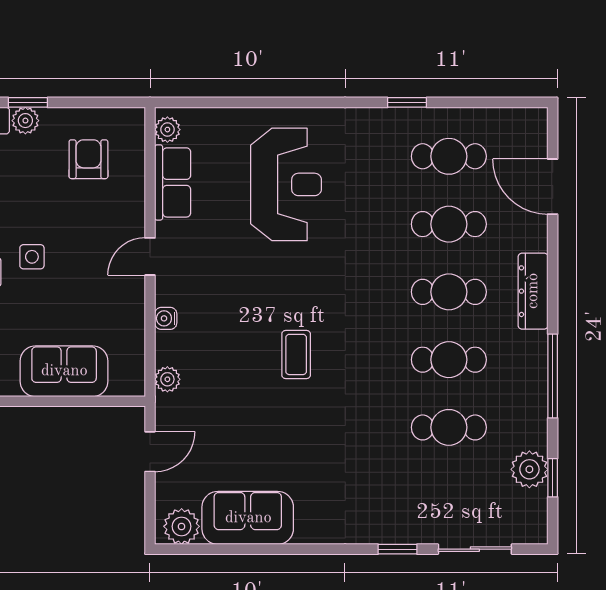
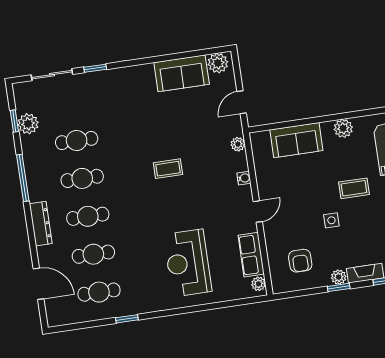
side table: (32, 257) -> (331, 220), moved
coffee table: (296, 354) -> (168, 169), turned 90

